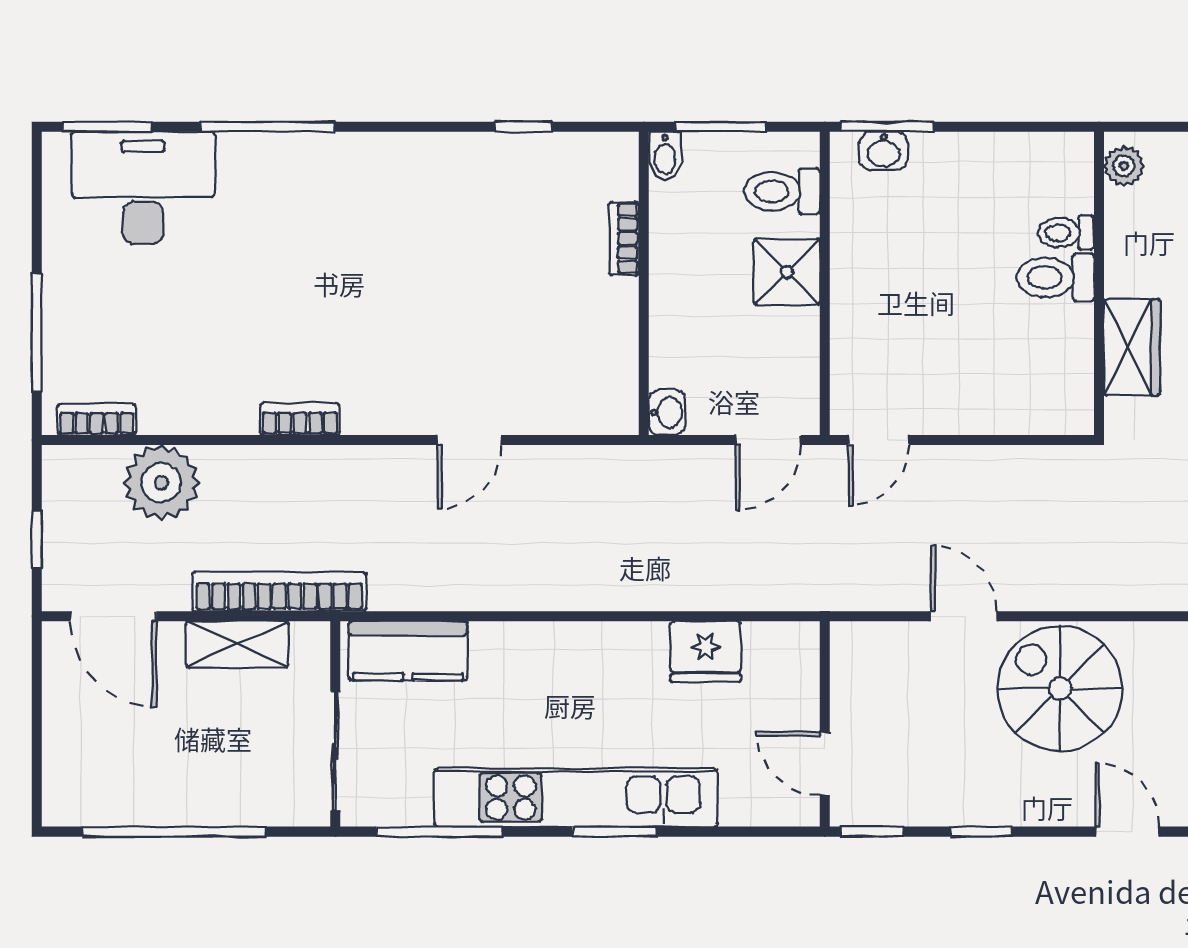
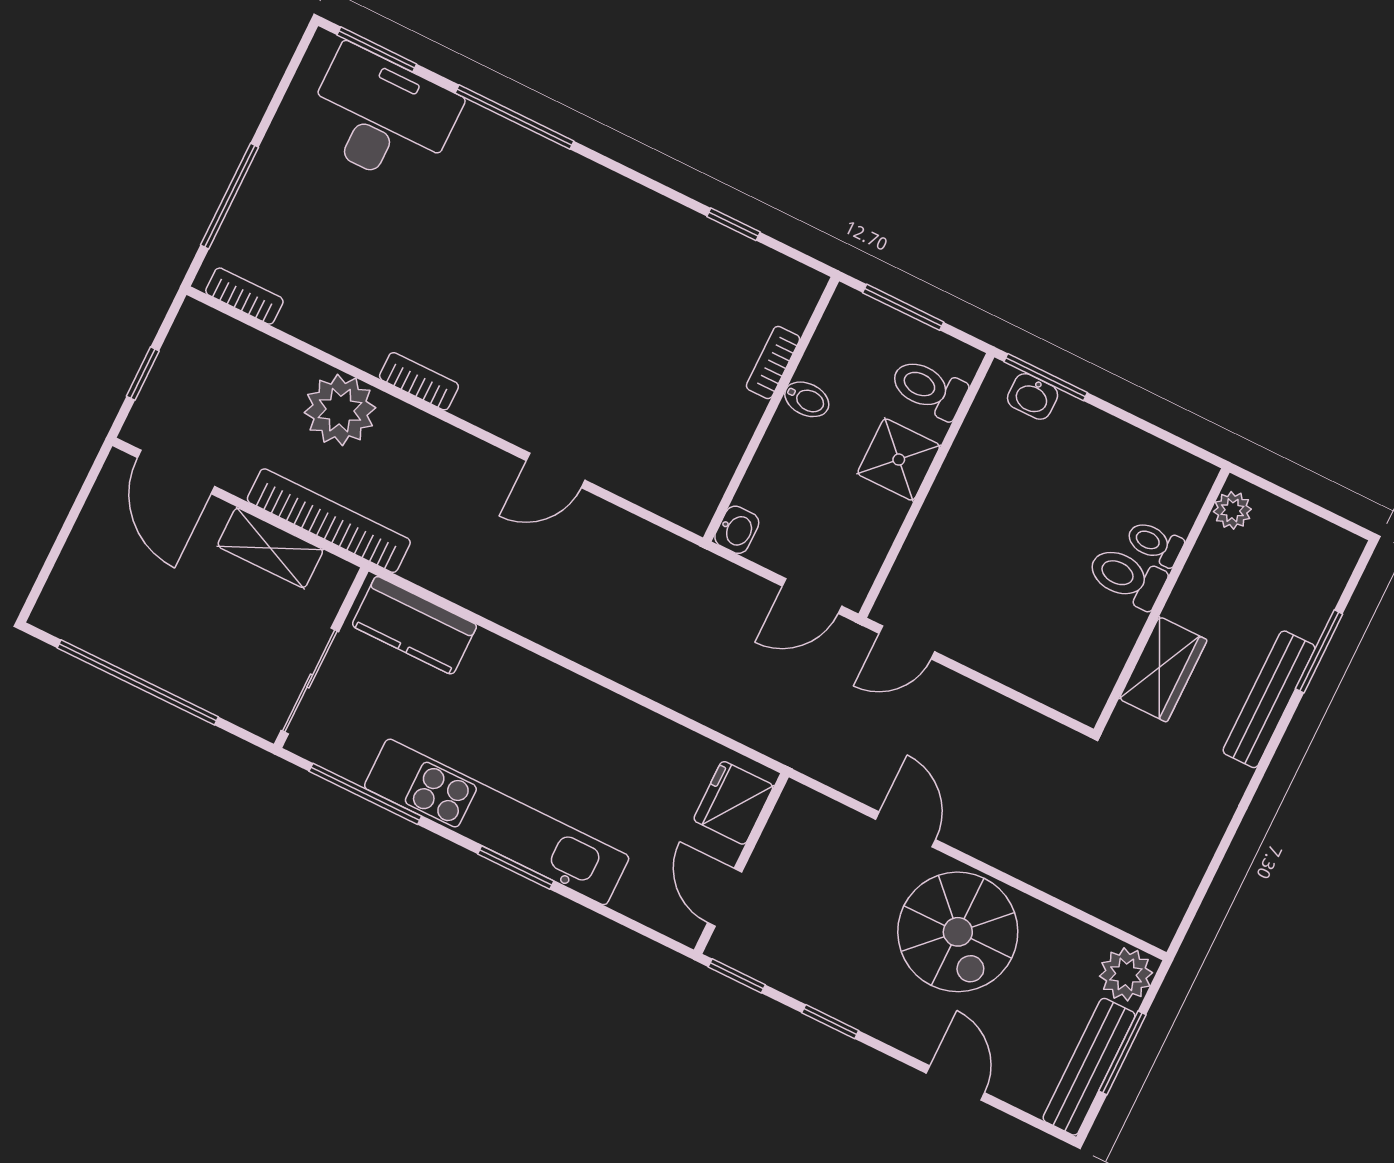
bidet: (665, 156) -> (807, 399), moved, turned -90
plant: (161, 483) -> (340, 410), moved
fridge: (706, 652) -> (733, 803), moved, turned 90
spiral stairs: (1060, 689) -> (958, 932), turned 180

